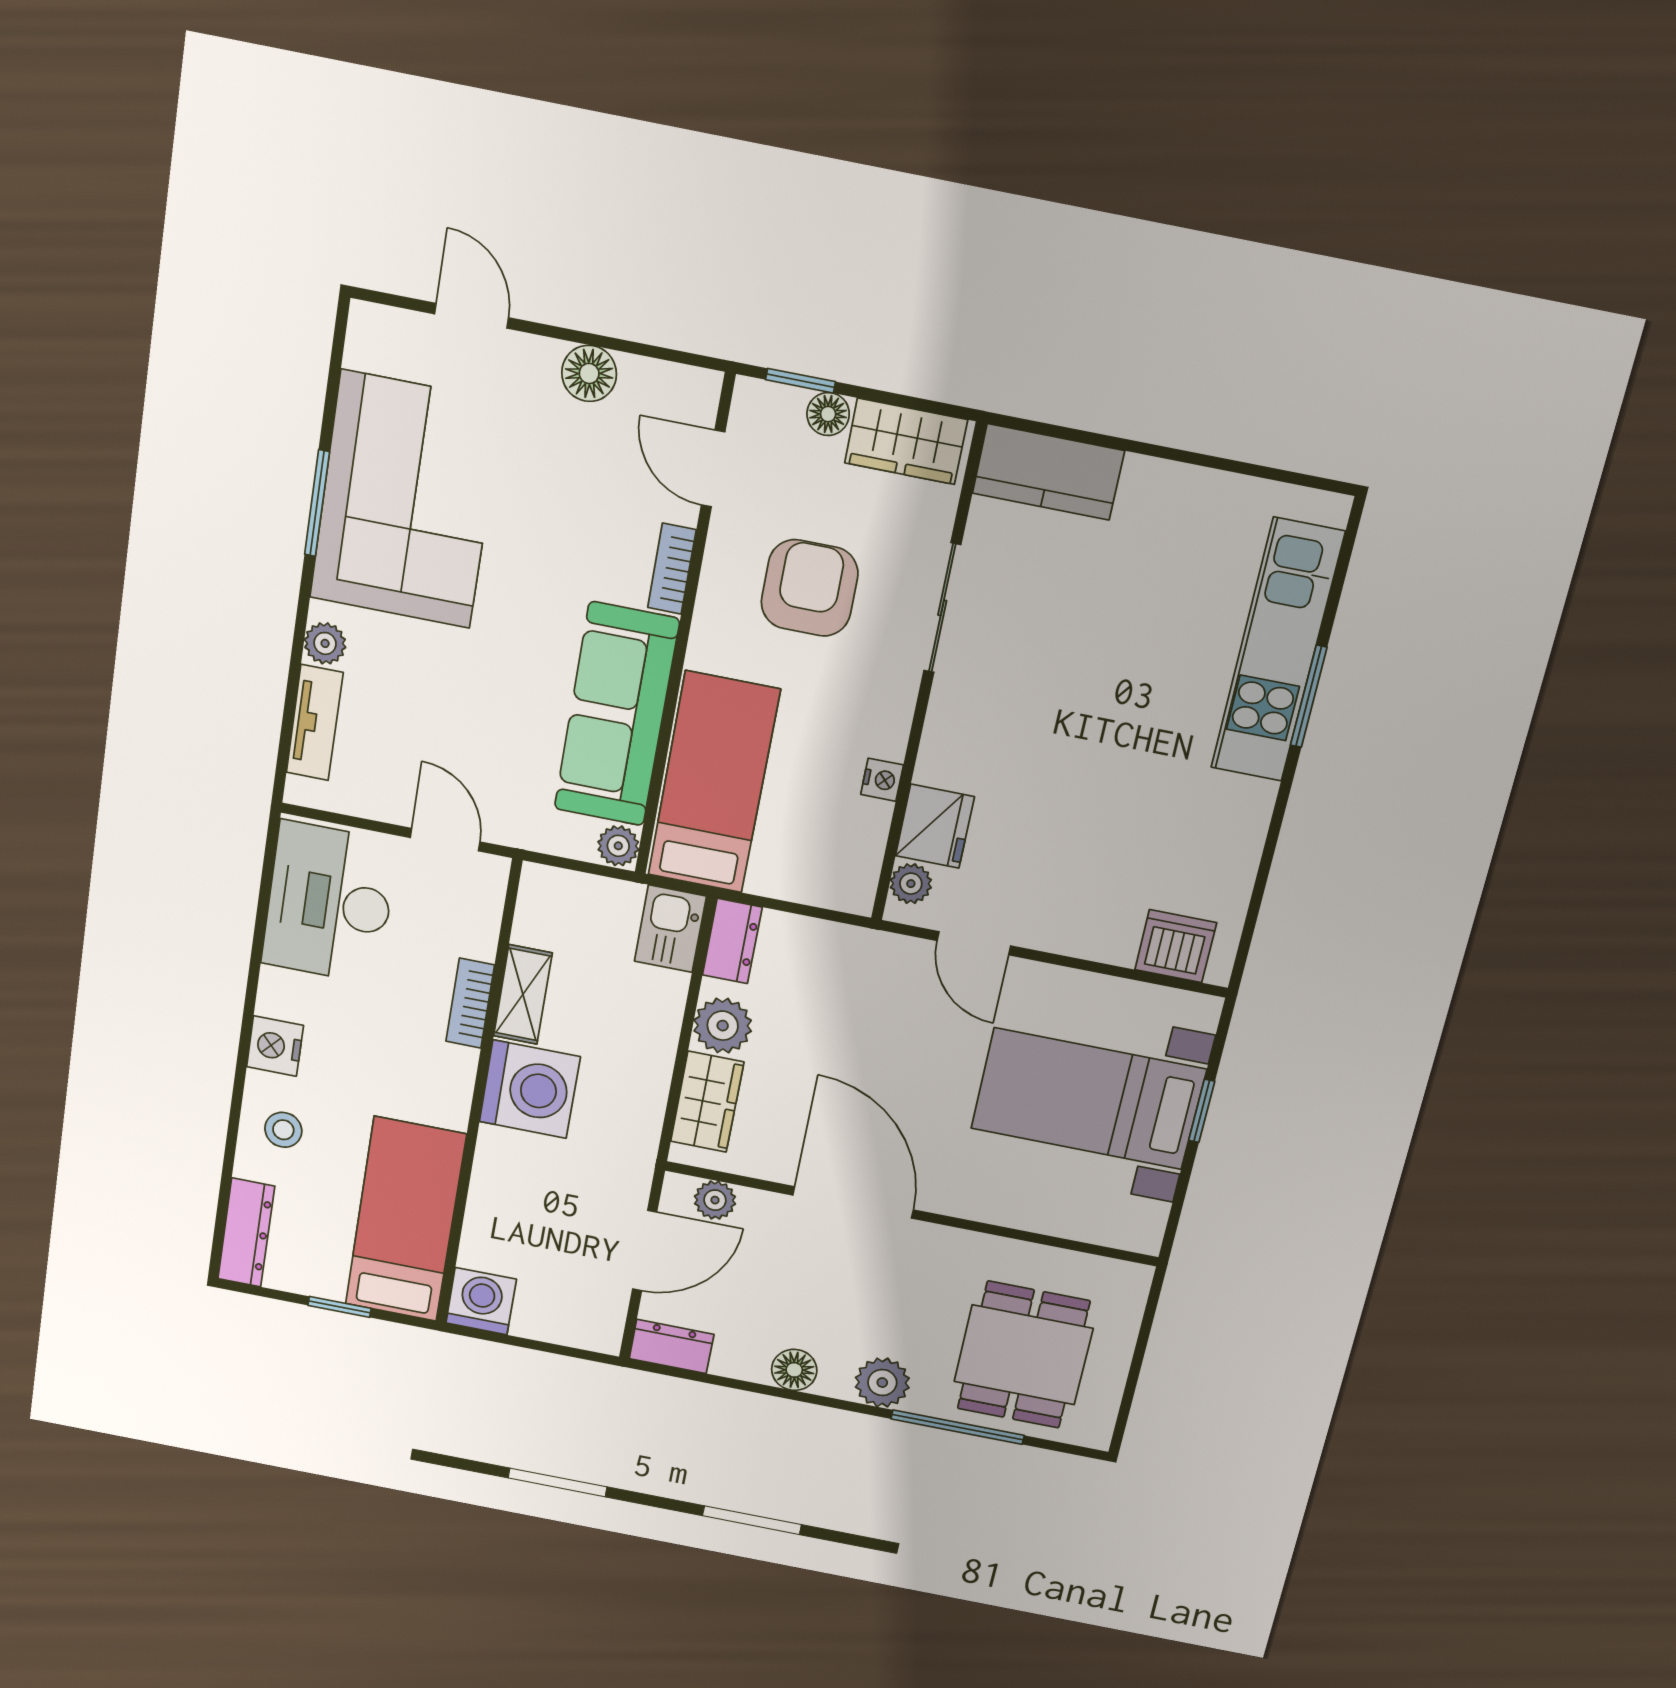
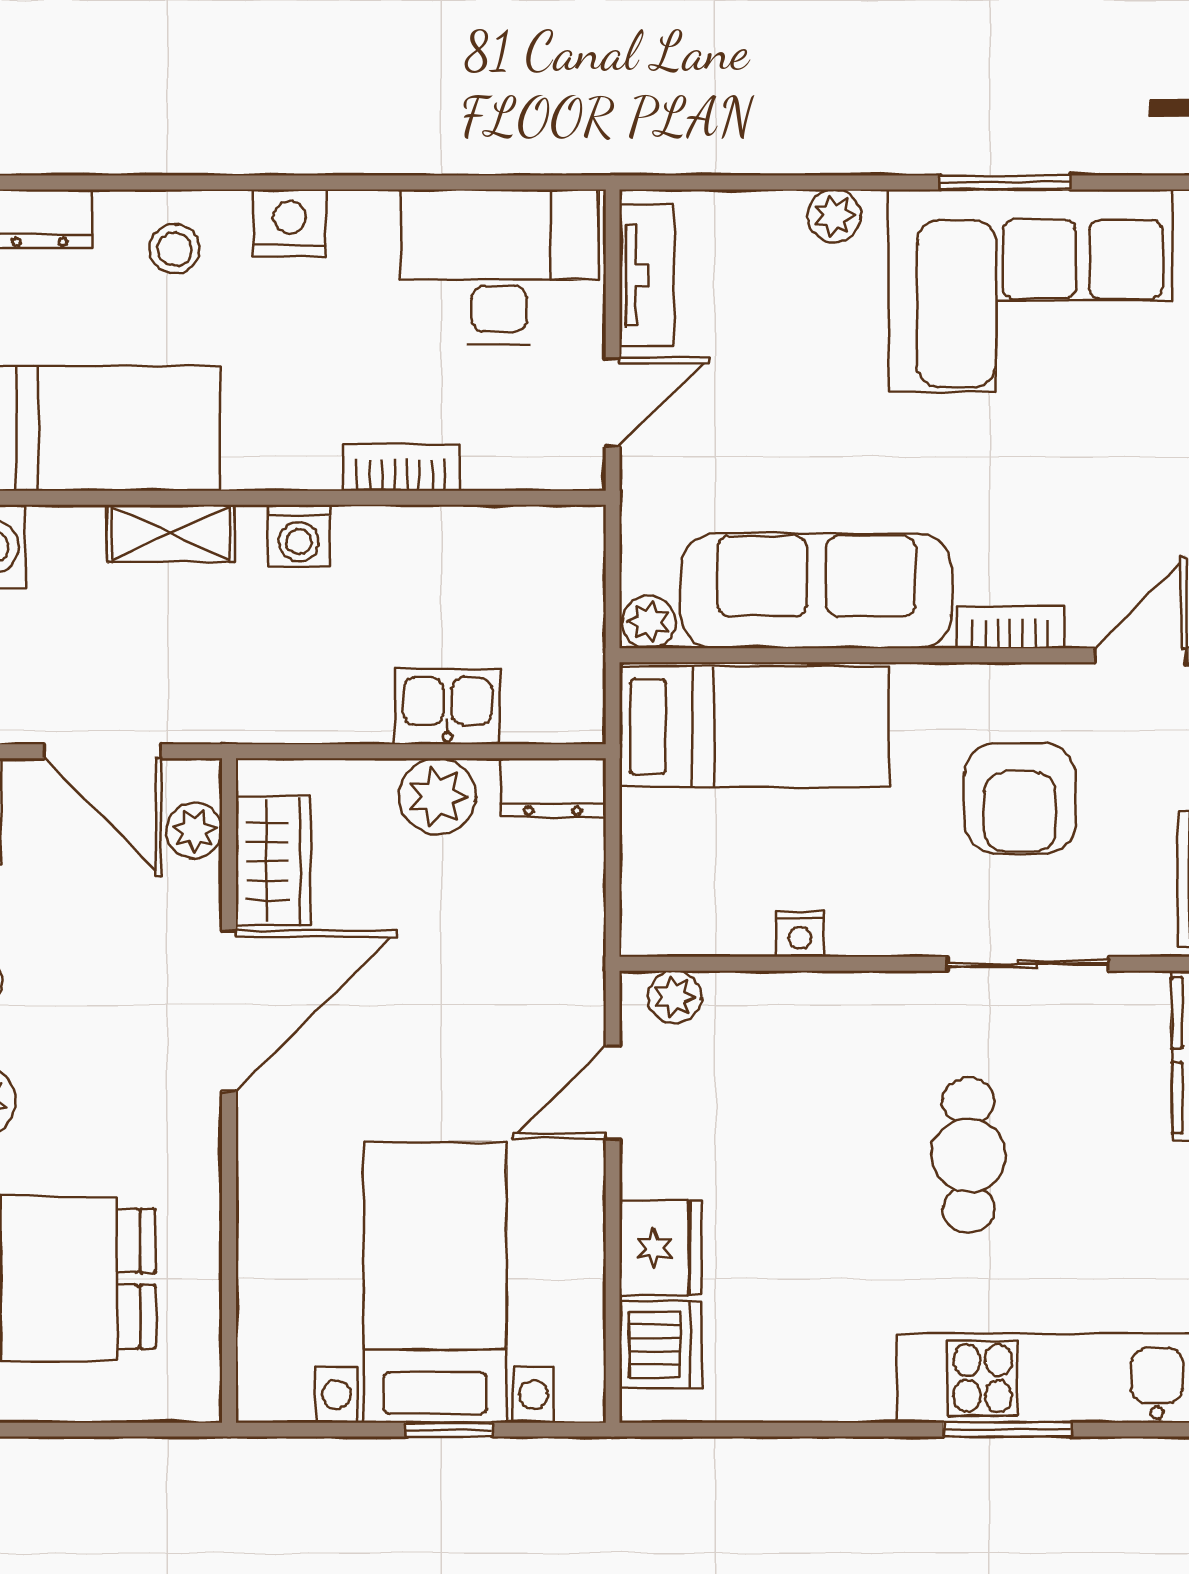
armchair: (810, 588) -> (1020, 798), turned 90
cafe table: (1084, 684) -> (969, 1155), added
tv unit: (315, 723) -> (647, 275), moved, turned -90
fridge: (935, 826) -> (661, 1248), moved, turned -90
kitchen sink: (670, 929) -> (448, 706), moved
shelving: (523, 995) -> (171, 533), moved
washing machine: (530, 1089) -> (299, 535), width x0.53, depth x0.53
wardrobe: (707, 1102) -> (273, 861), moved, turned -90

